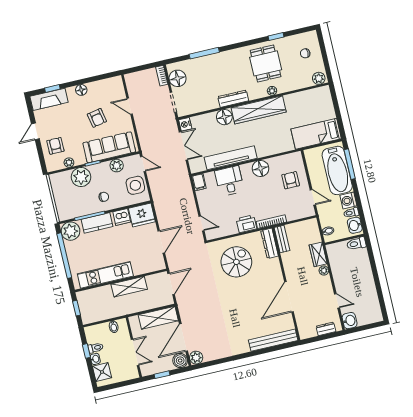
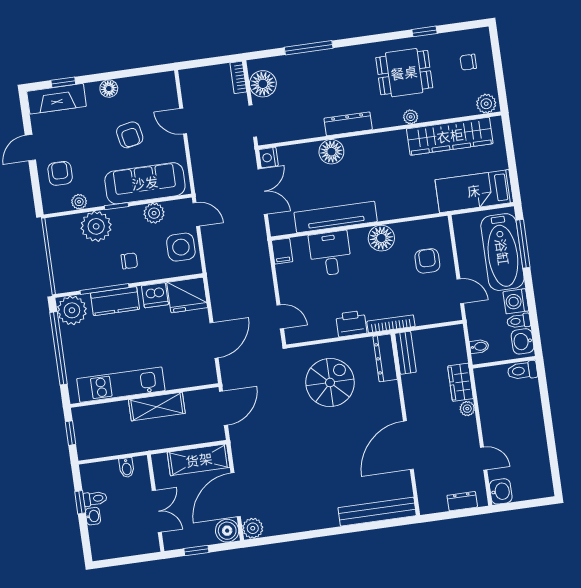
dining table: (266, 63) -> (404, 73), turned 90
wardrobe: (259, 110) -> (450, 136), moved
shower: (102, 372) -> (102, 538), removed

